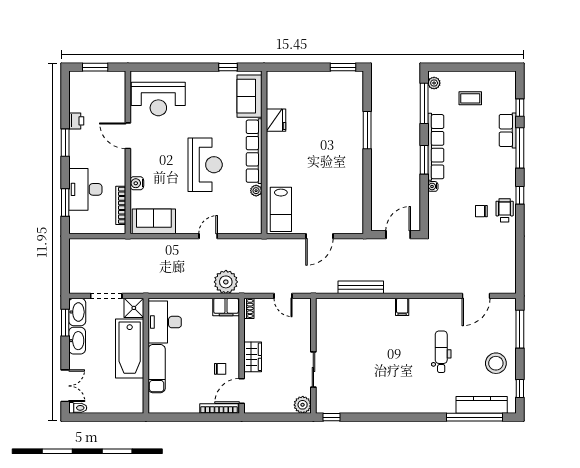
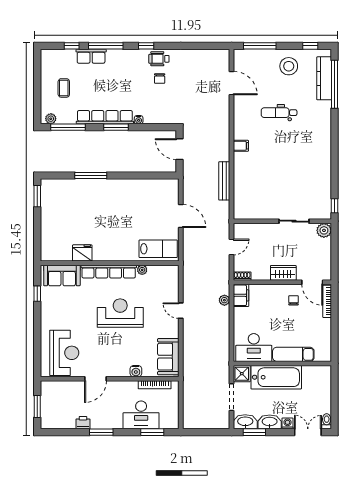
plant: (226, 282) -> (224, 300), width x0.53, depth x0.53
washing machine: (75, 362) -> (288, 423), added

